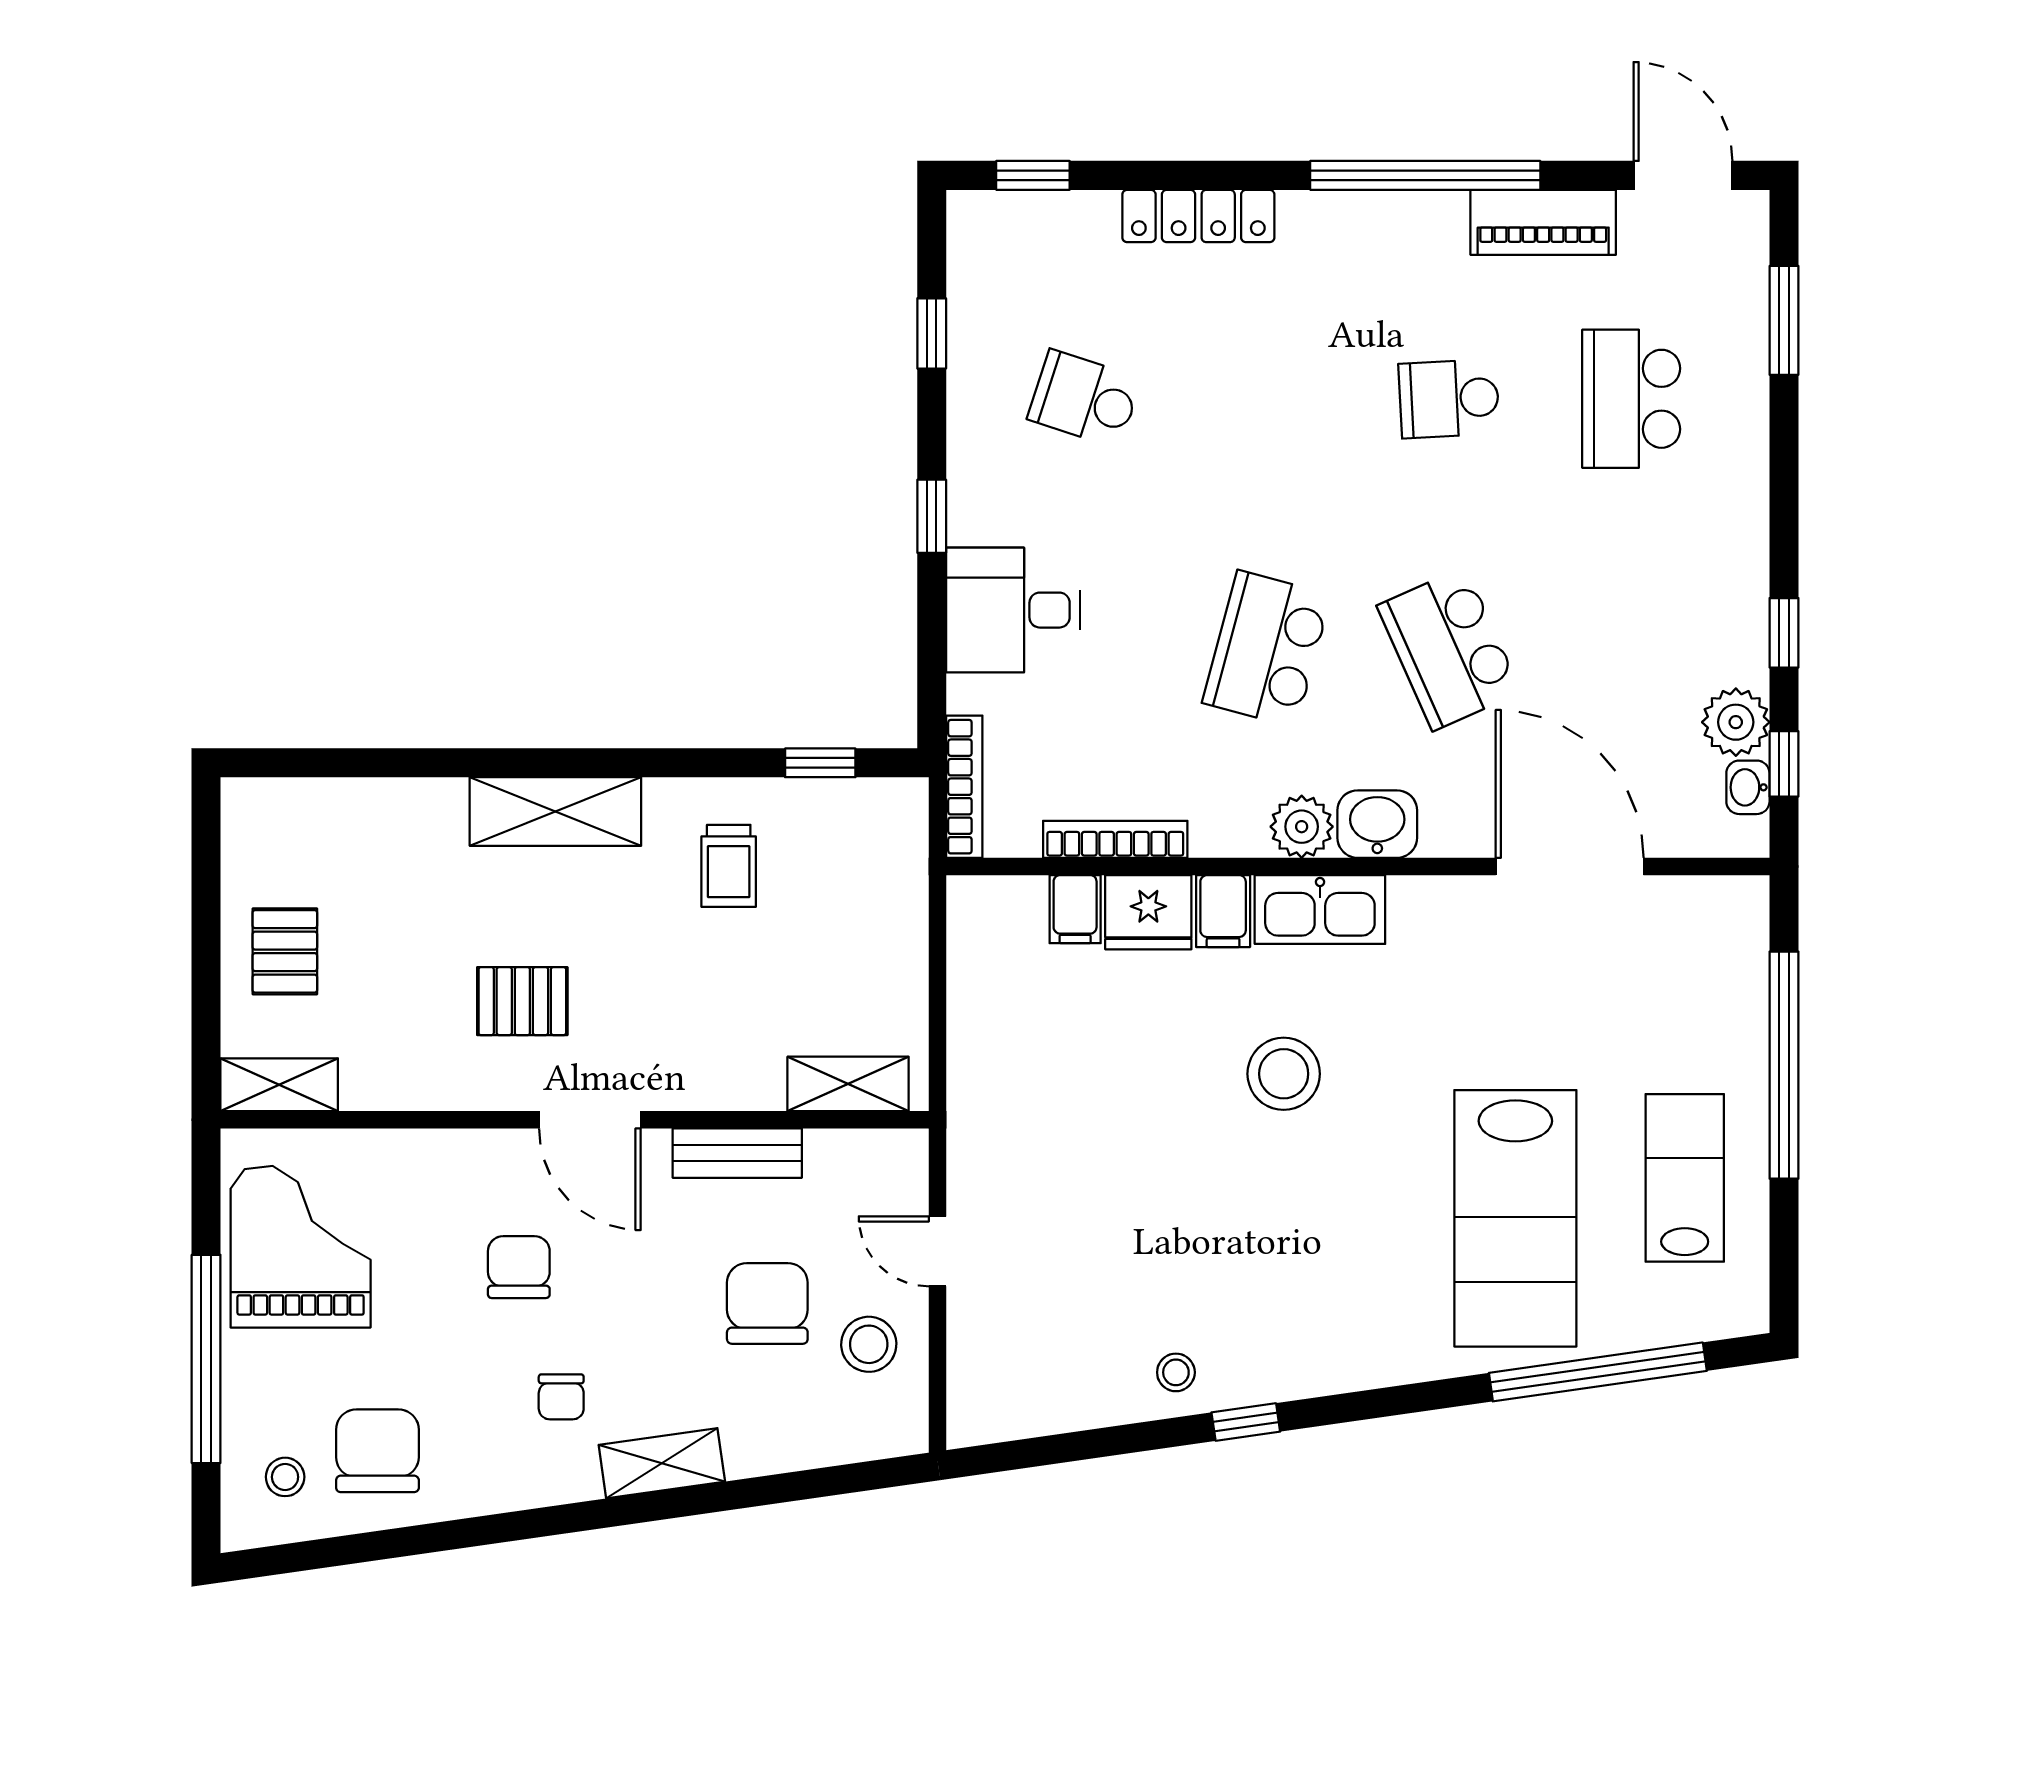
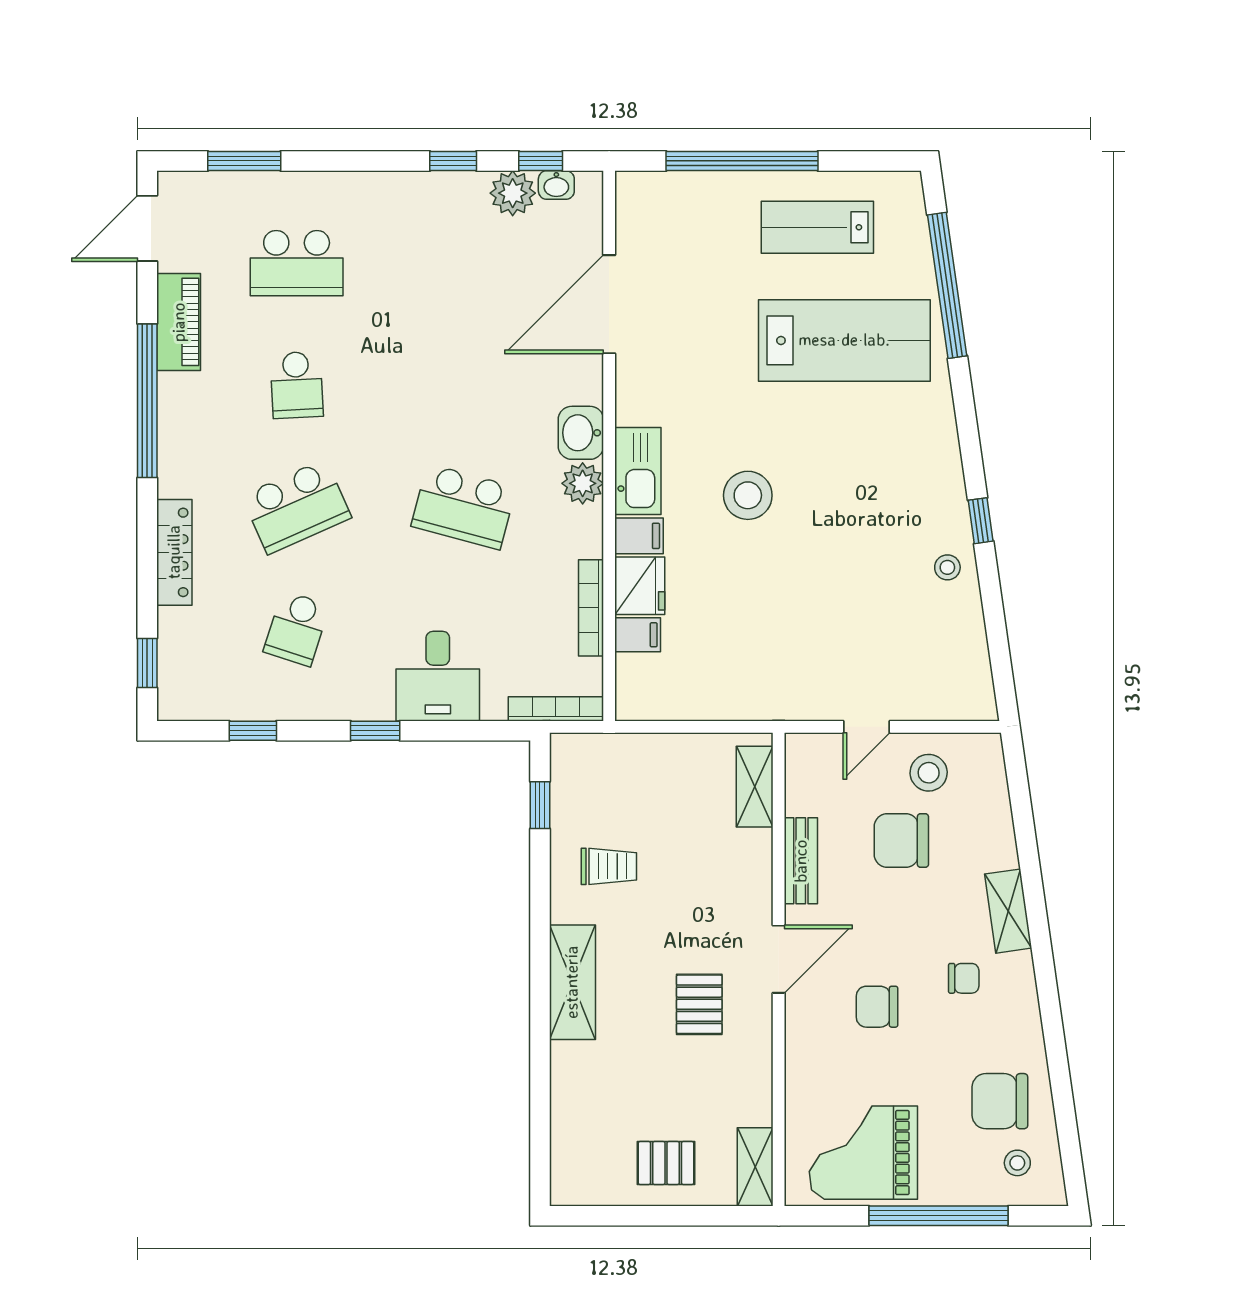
school desk: (1449, 649) -> (297, 507), moved

